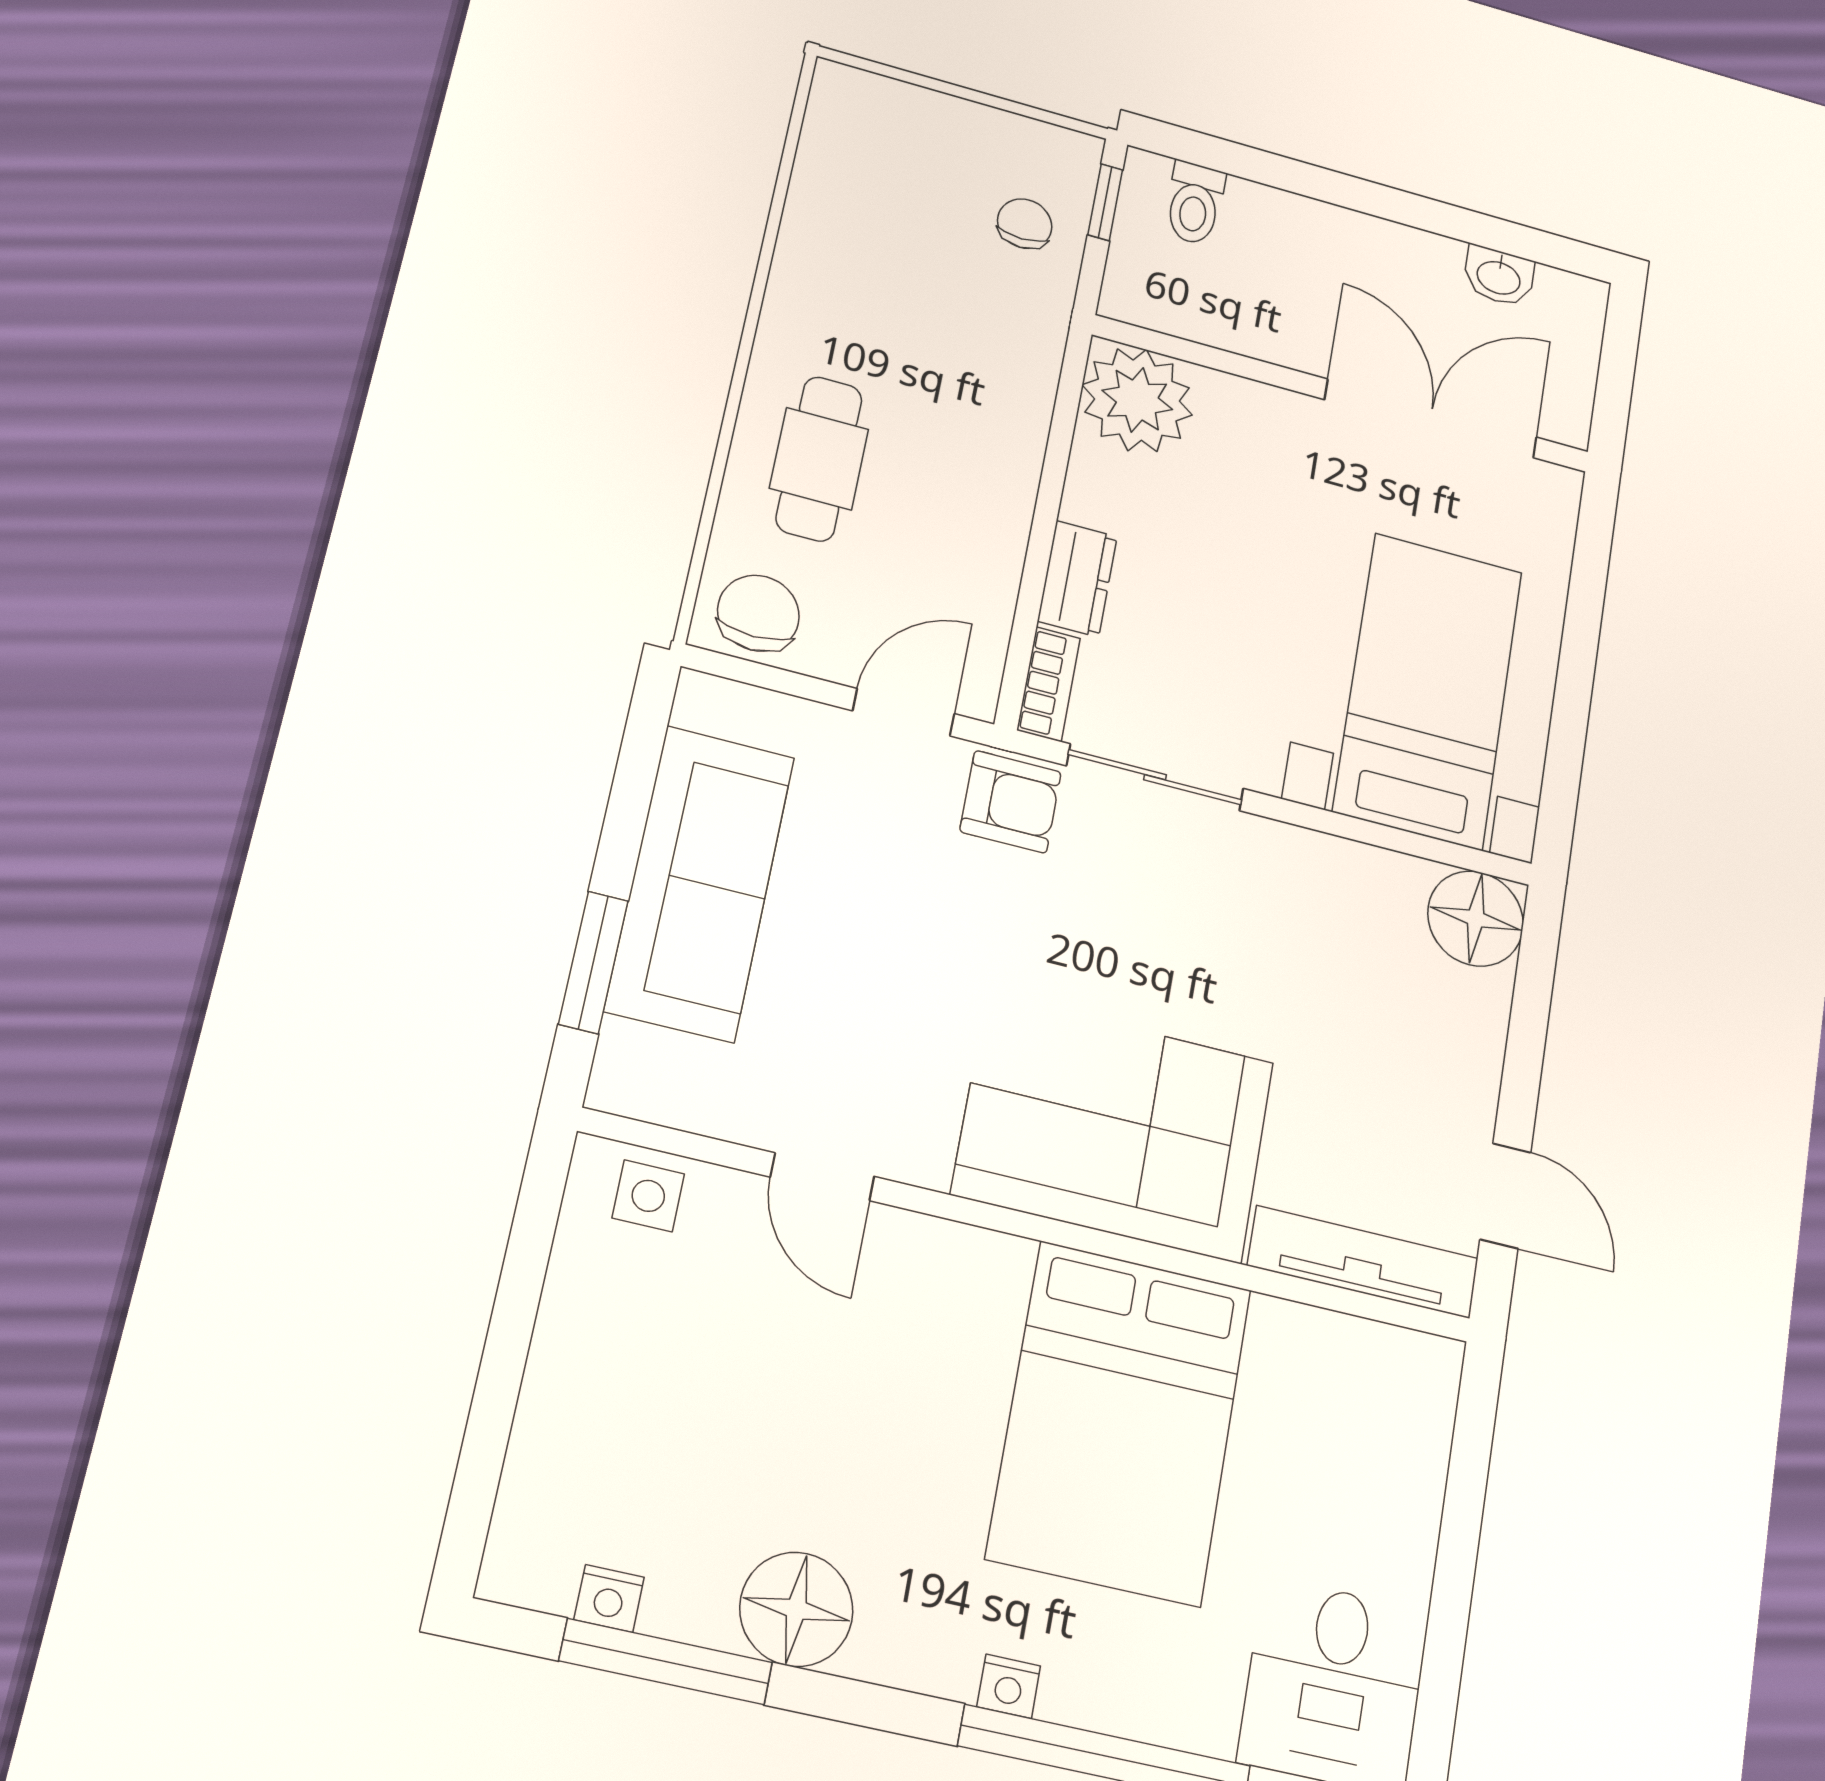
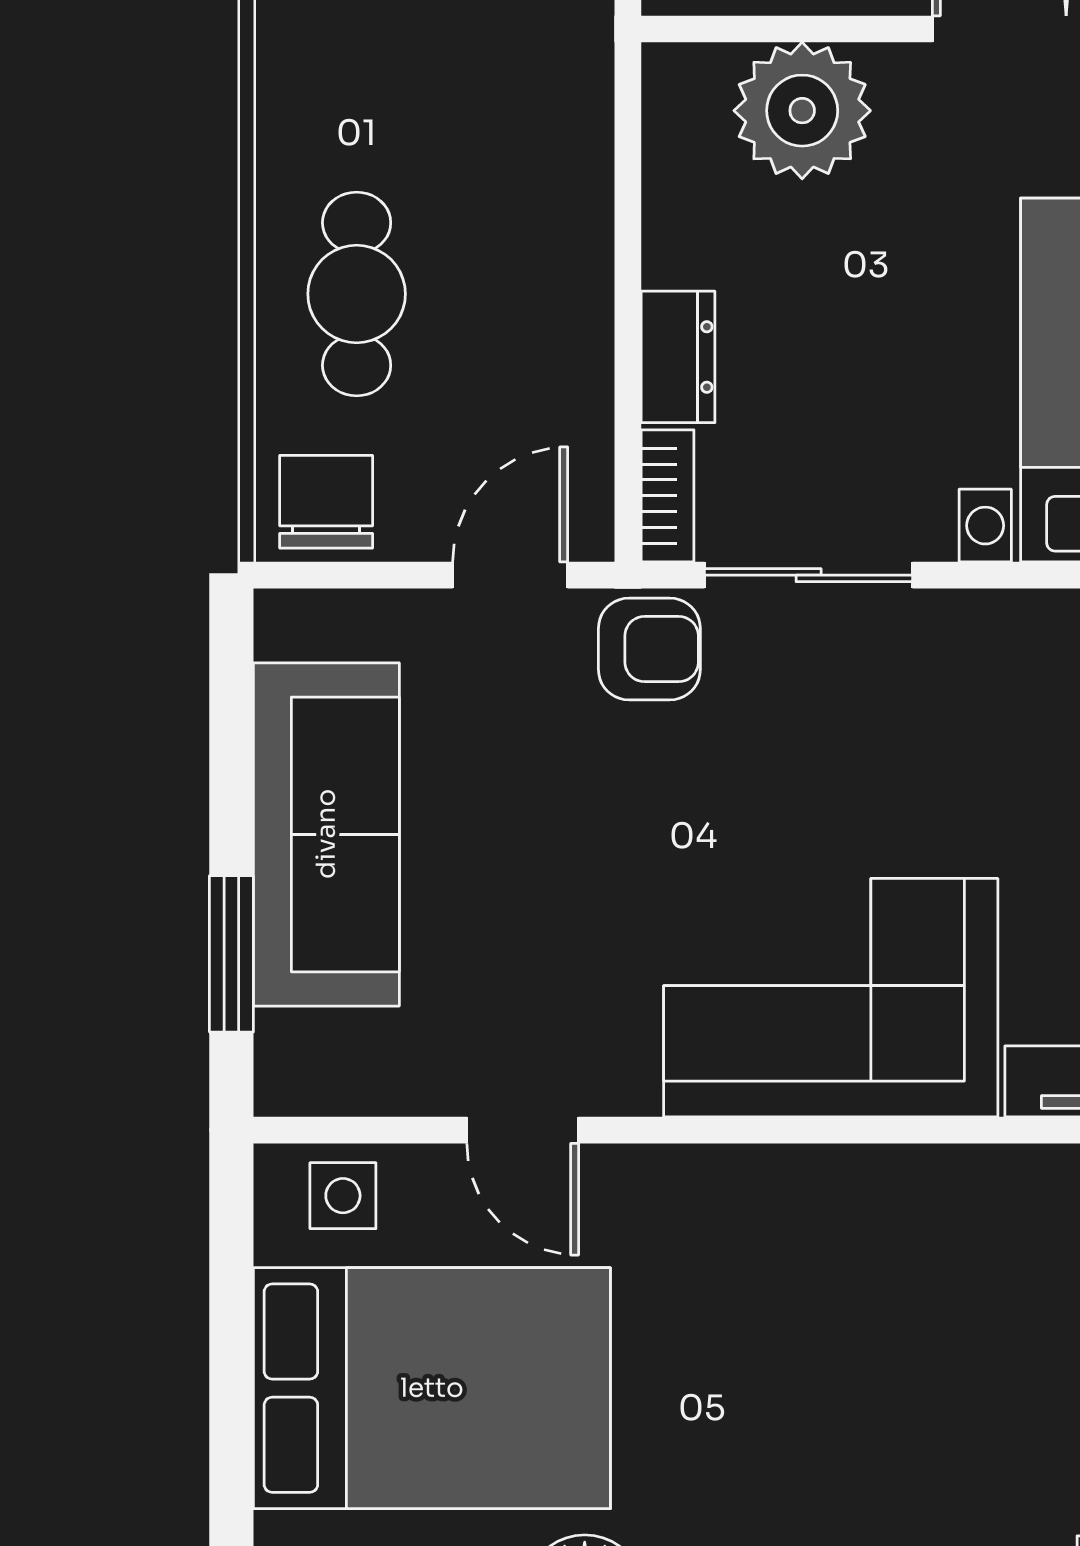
plant: (1137, 400) -> (802, 111), moved
bed: (1120, 1422) -> (432, 1388), moved, turned -90

